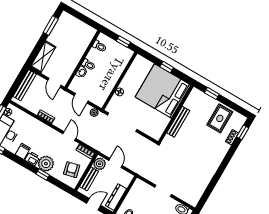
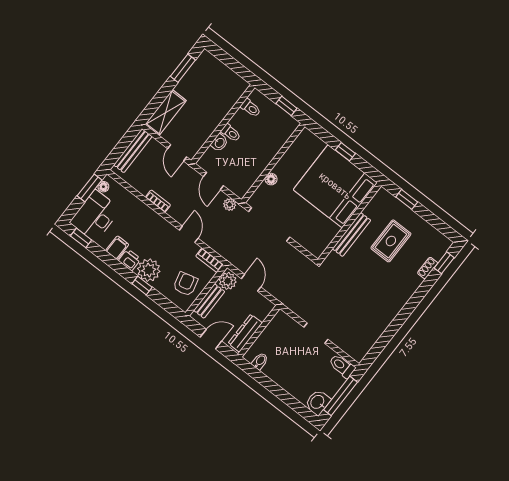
rug: (220, 118) -> (391, 241), moved

